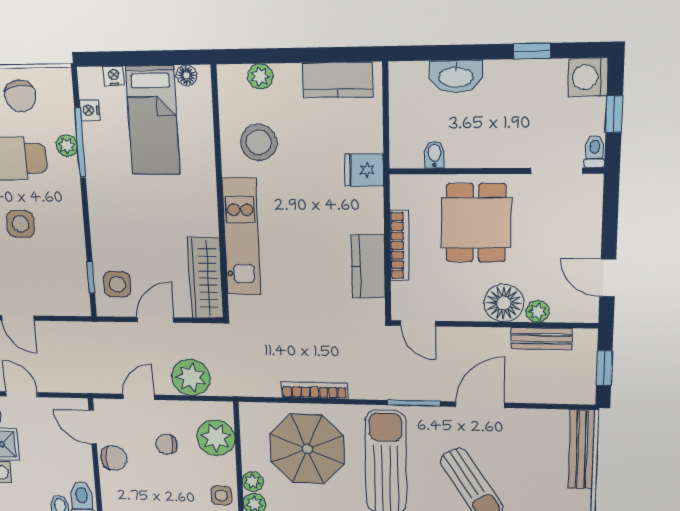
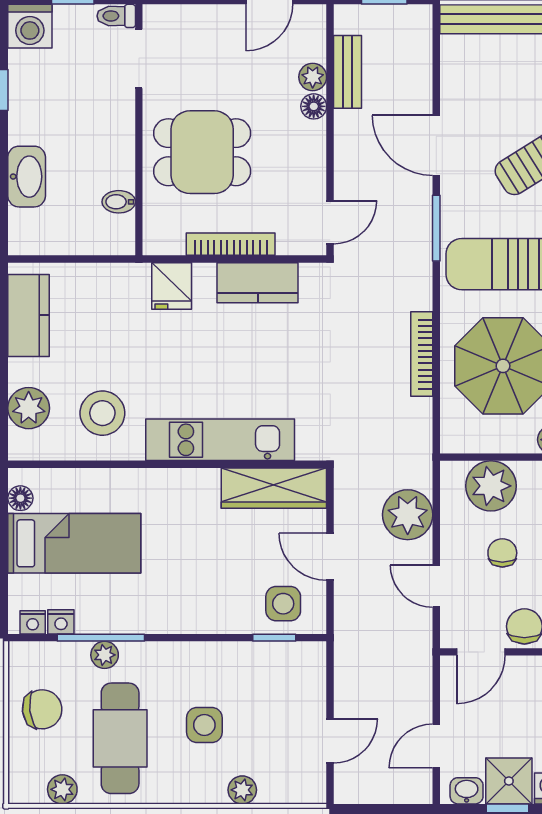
nightstand: (114, 76) -> (33, 622), moved, turned -90
plant: (260, 76) -> (29, 408), width x1.38, depth x1.38
fridge: (364, 170) -> (172, 286), moved
floor lamp: (504, 303) -> (314, 106), width x0.53, depth x0.53
chair: (167, 444) -> (502, 553), turned 180

